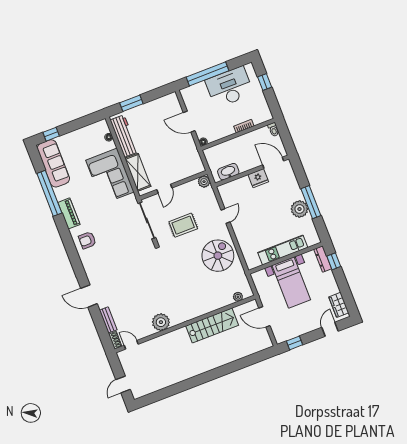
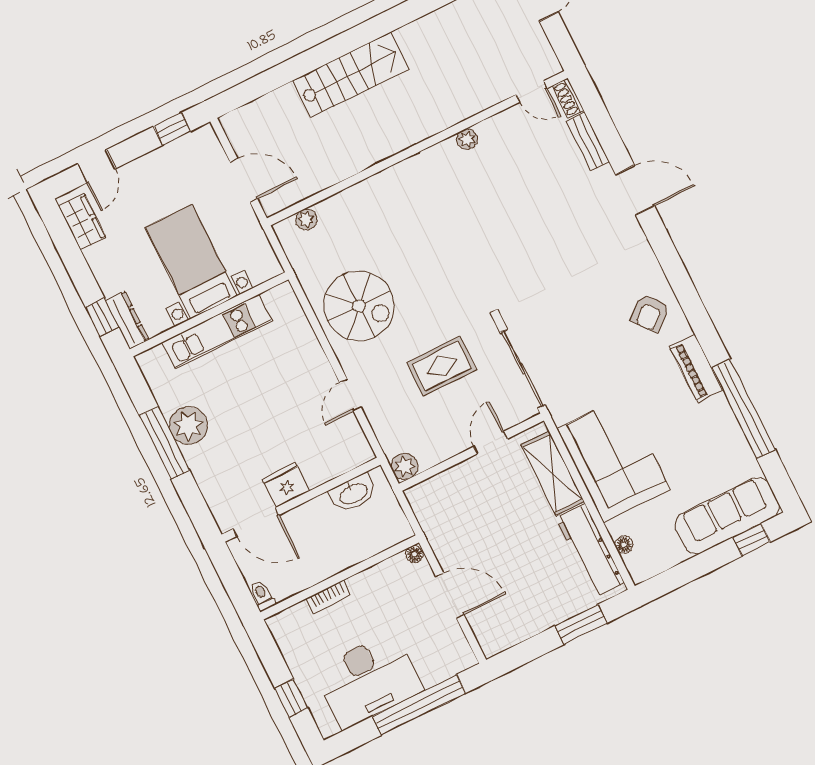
sofa: (53, 163) -> (727, 516), moved, turned 90
armchair: (87, 240) -> (650, 313), turned 141
spiral stairs: (218, 256) -> (359, 306), turned -90
plant: (161, 322) -> (467, 139), width x0.53, depth x0.53
stairs: (212, 326) -> (351, 75), moved, turned 180

